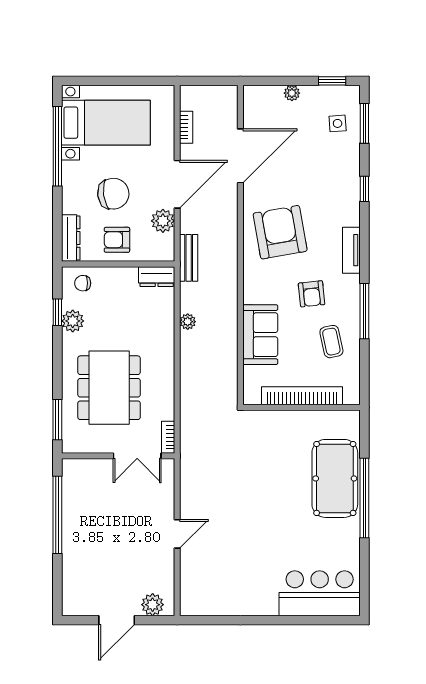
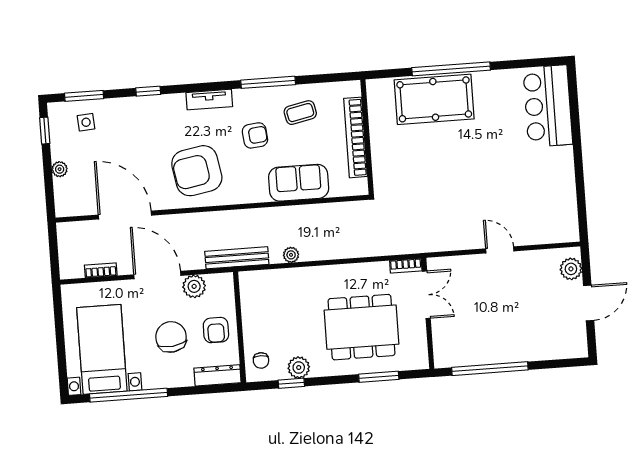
bench: (189, 258) -> (237, 258), width x1.36
dresser: (157, 277) -> (249, 288), removed
window: (57, 420) -> (379, 377), moved
door: (117, 620) -> (589, 303), hinge flipped

